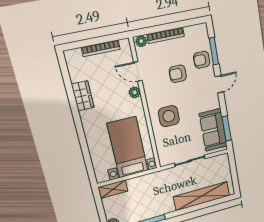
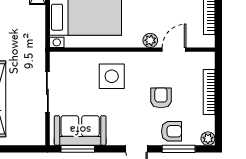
plant: (141, 41) -> (208, 139), moved
armchair: (202, 60) -> (171, 131), turned 90

